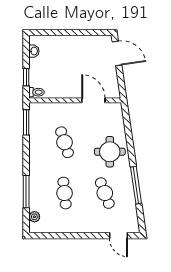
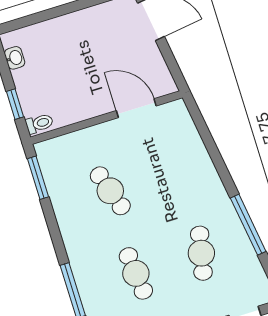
round table: (110, 152) -> (189, 183), removed
cafe table: (105, 193) -> (201, 253), turned 33

